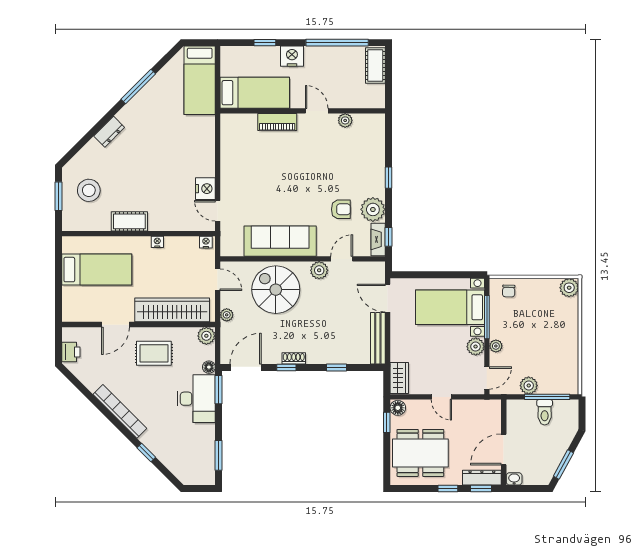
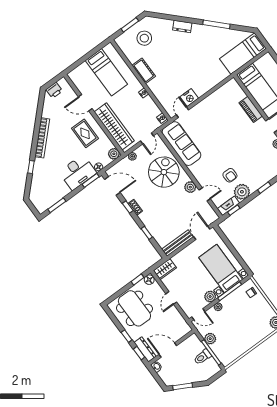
sofa: (280, 241) -> (181, 144), moved

